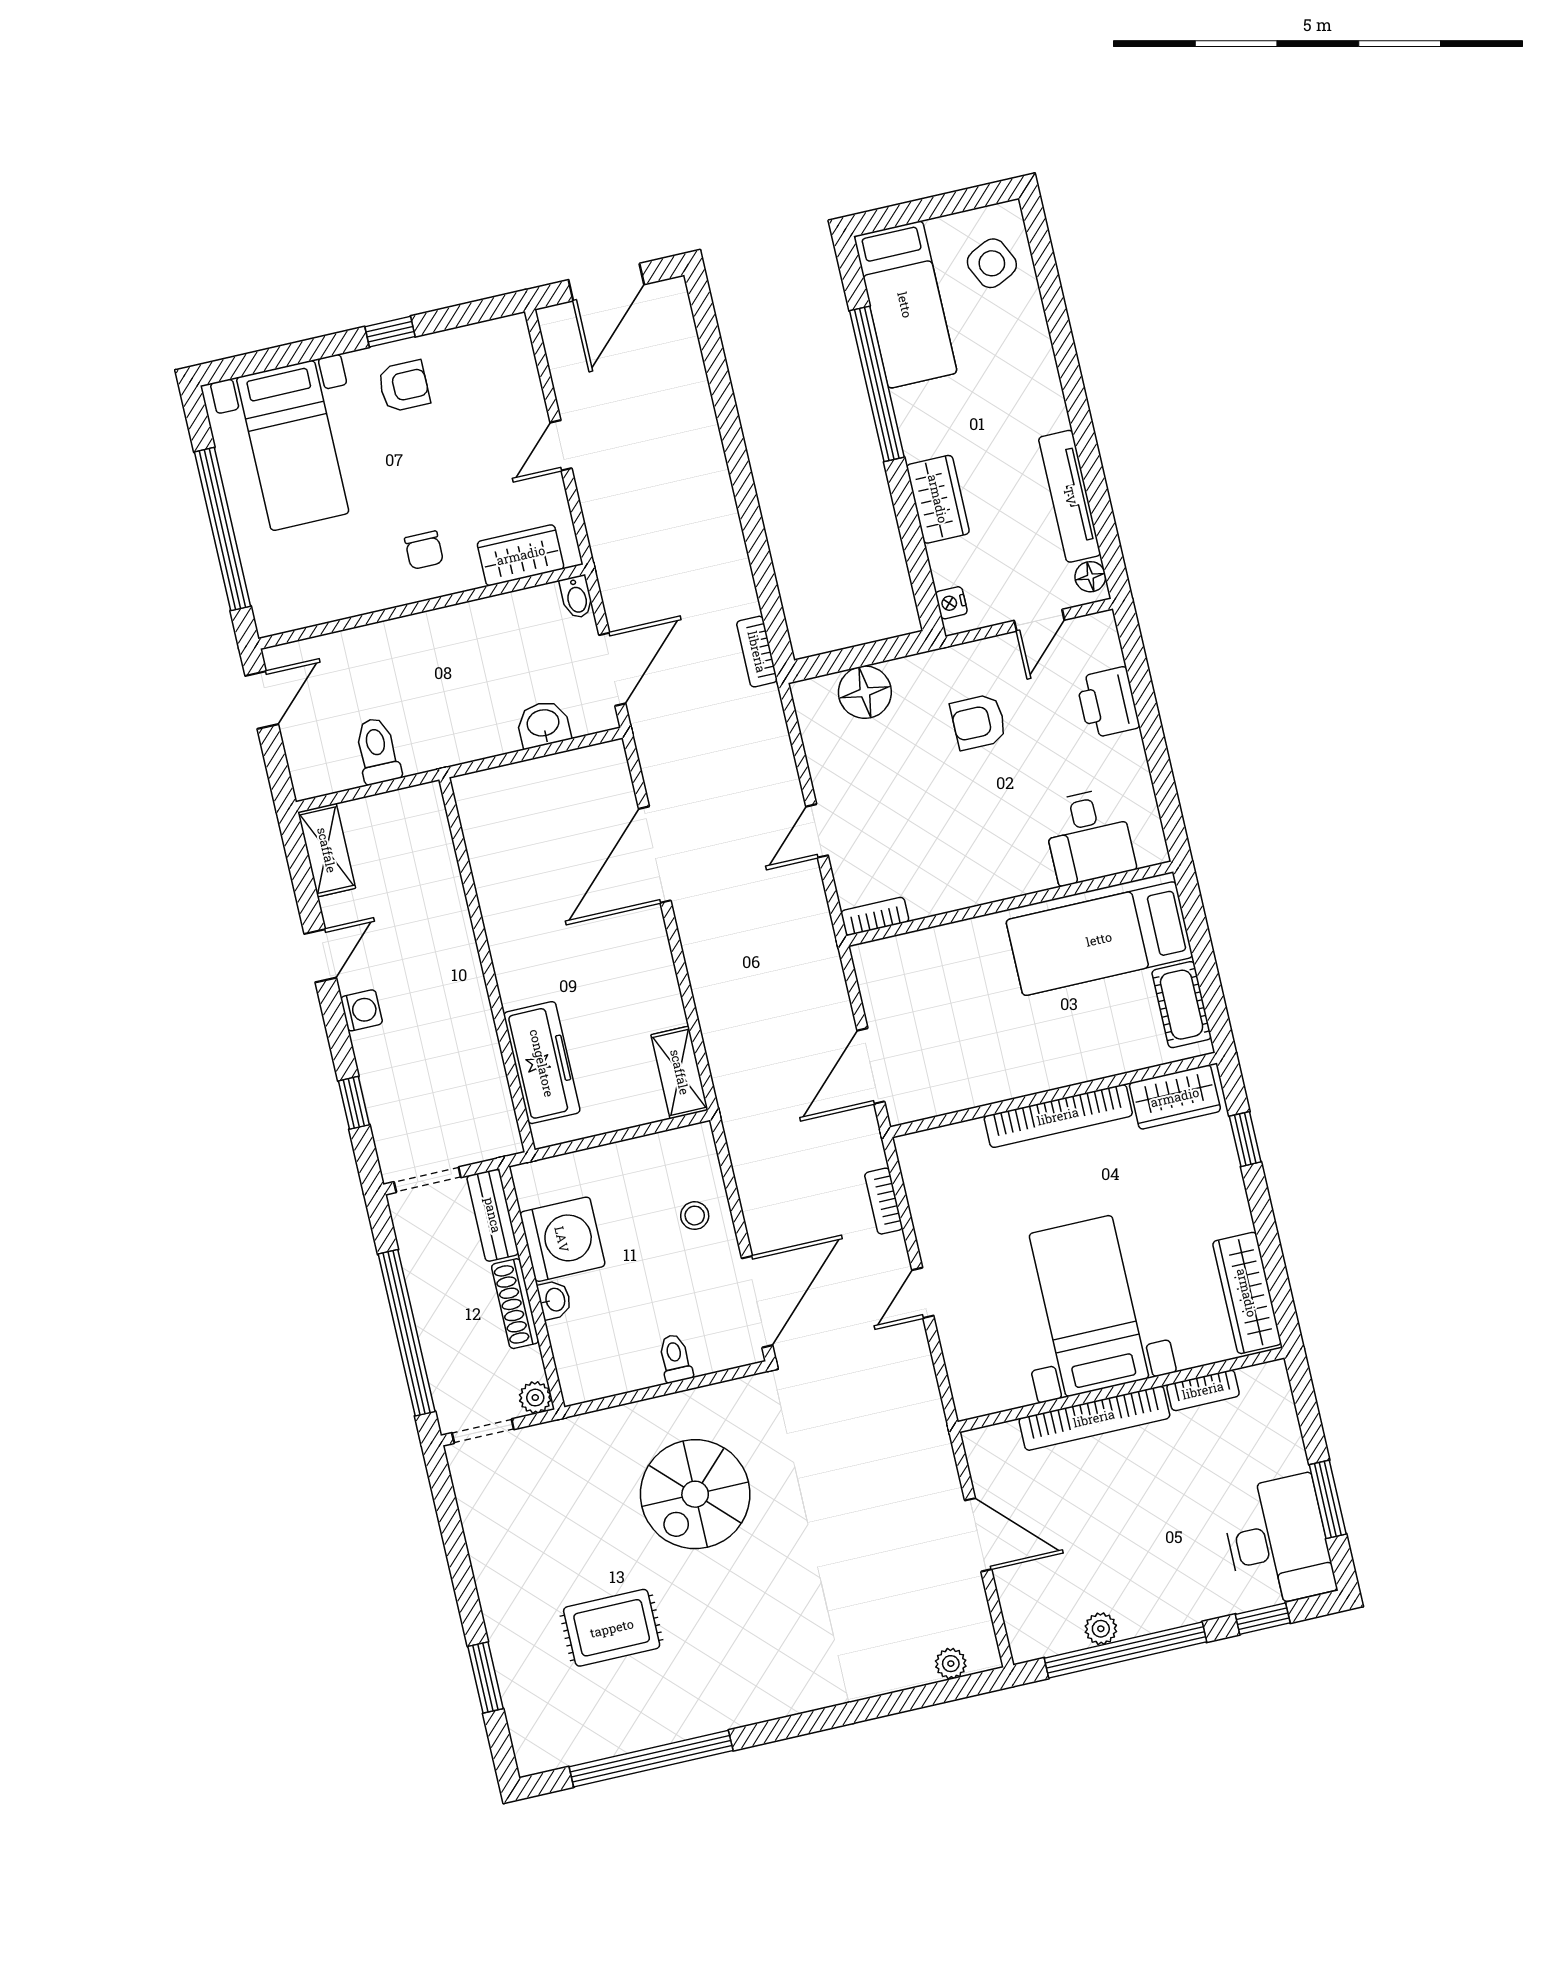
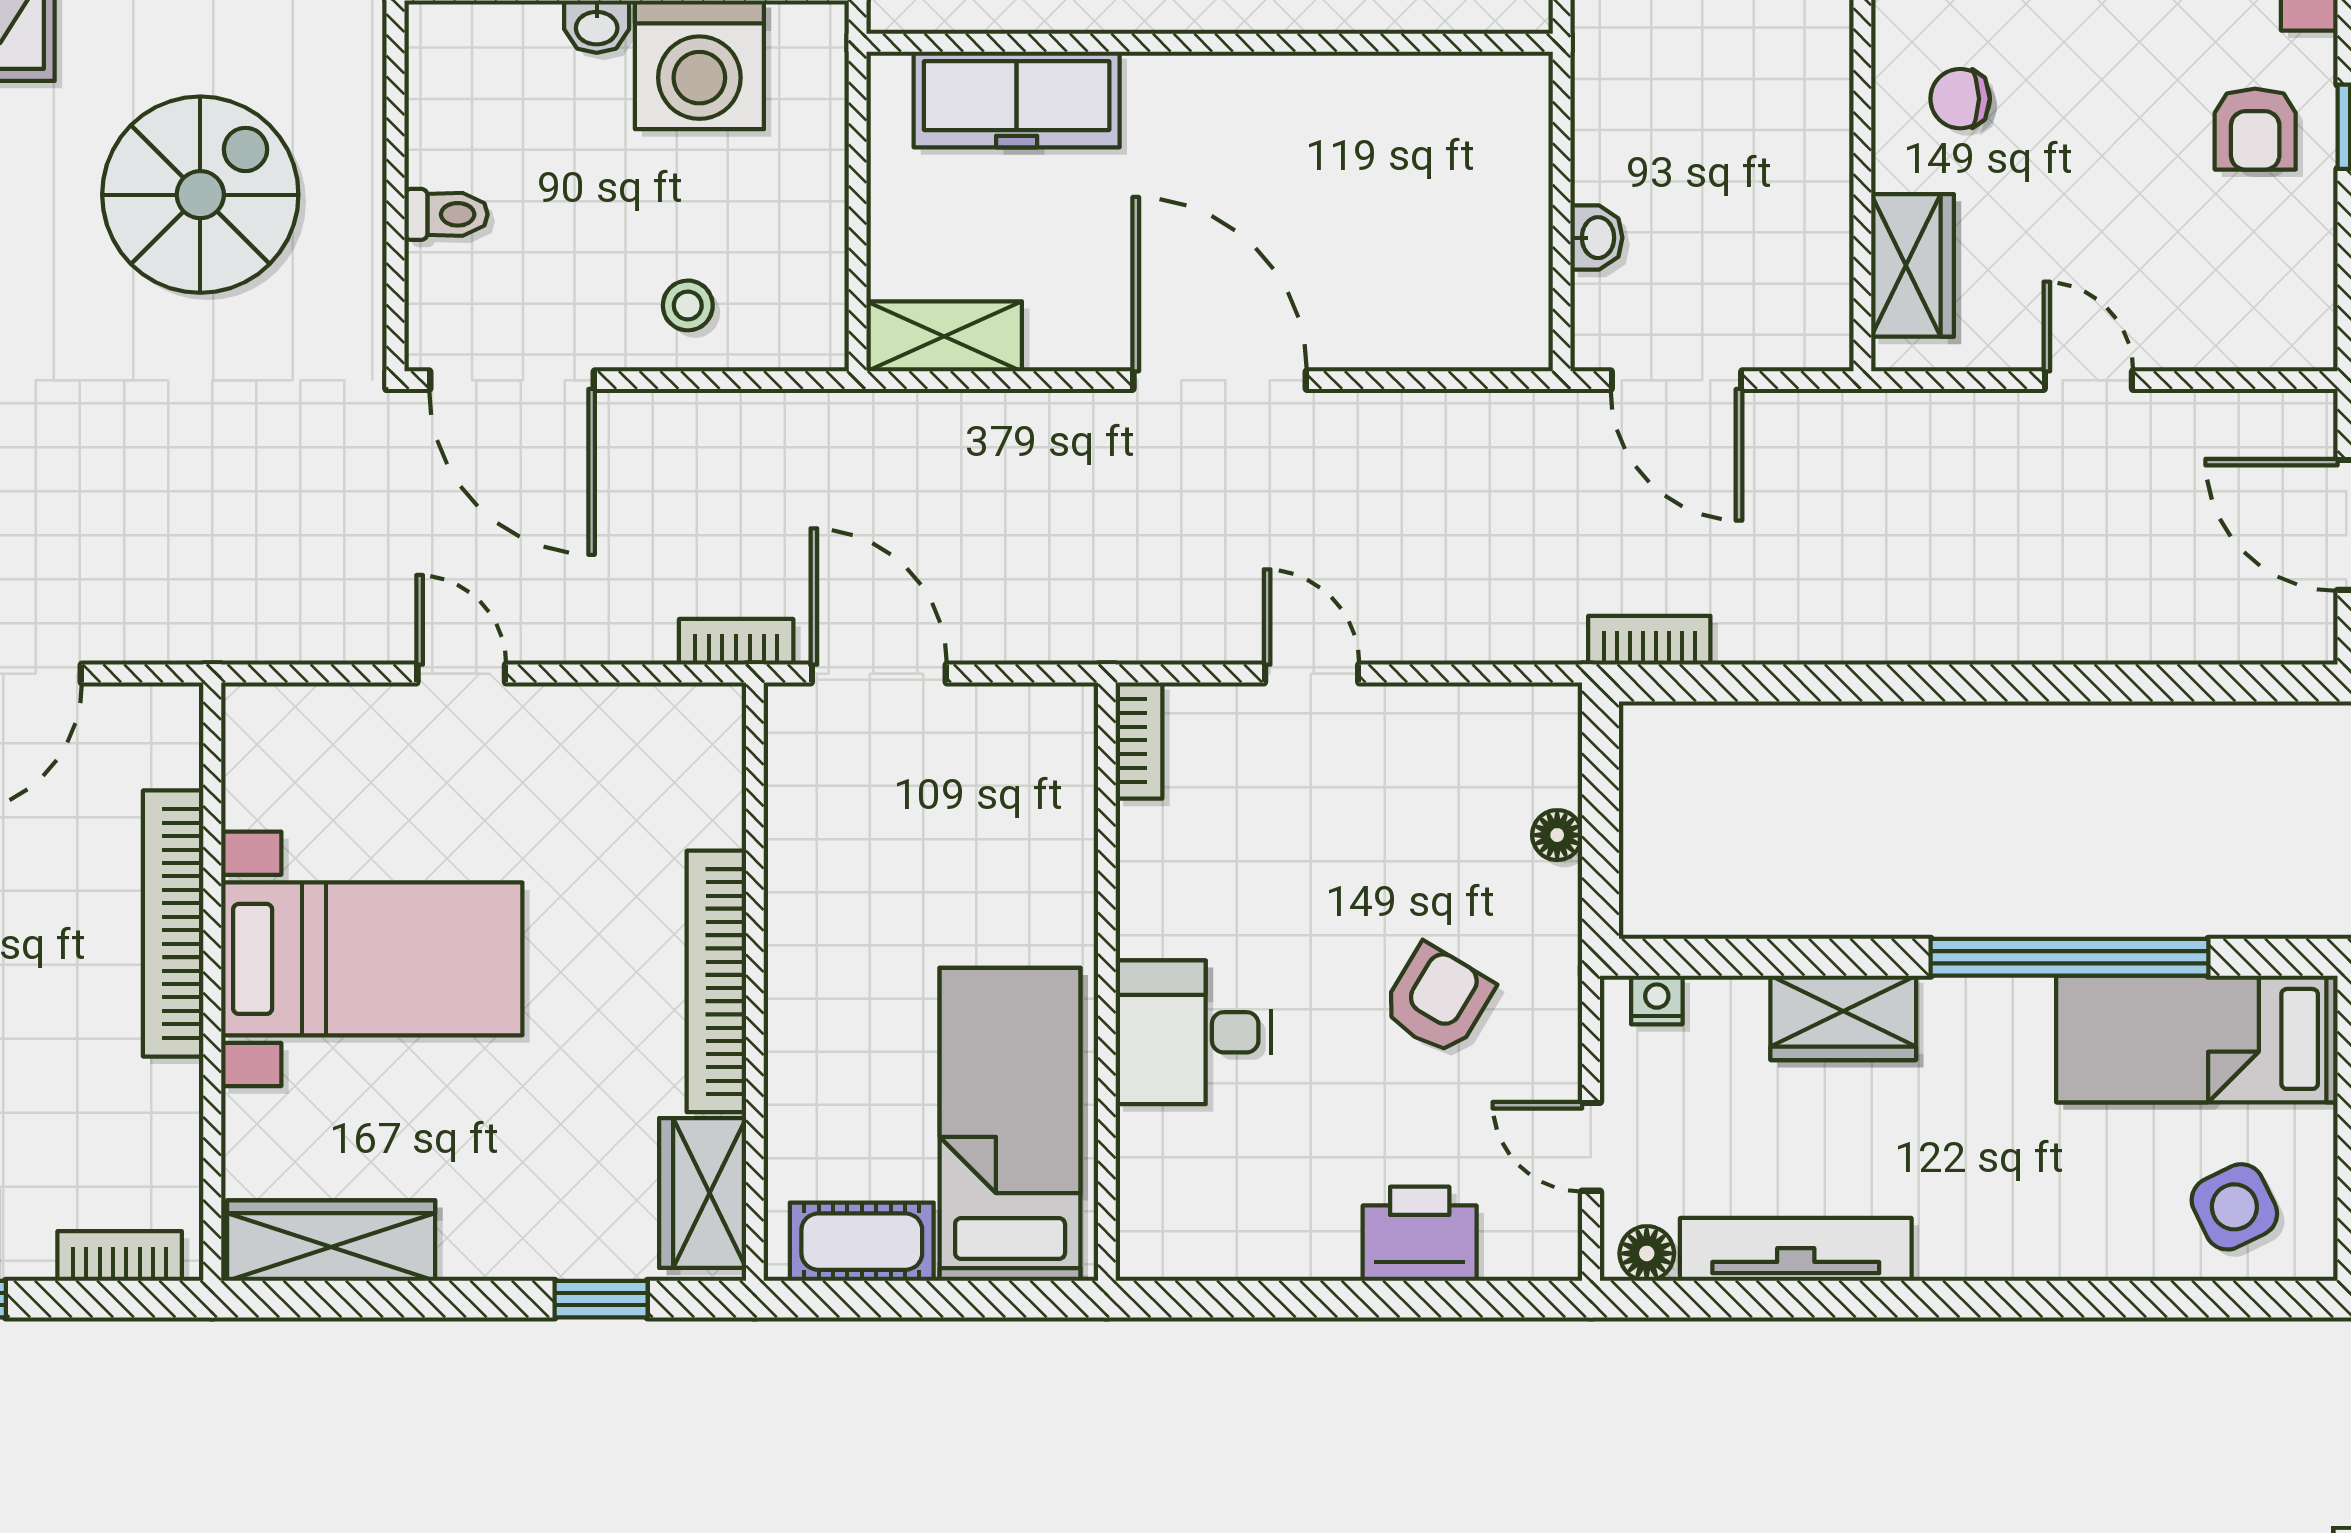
bidet: (576, 597) -> (1817, 347), removed
floor lamp: (865, 692) -> (1557, 835), width x0.53, depth x0.53
armchair: (978, 722) -> (1438, 1000), turned 31
washbasin: (543, 724) -> (1596, 238), width x0.72, depth x0.69
desk: (1089, 836) -> (1193, 1032), moved
door: (655, 855) -> (1220, 380), moved
bookcase: (884, 1201) -> (736, 642), moved
bookcase: (1203, 1390) -> (120, 1256), moved, turned 90
spiral stairs: (695, 1494) -> (200, 195), turned 90

